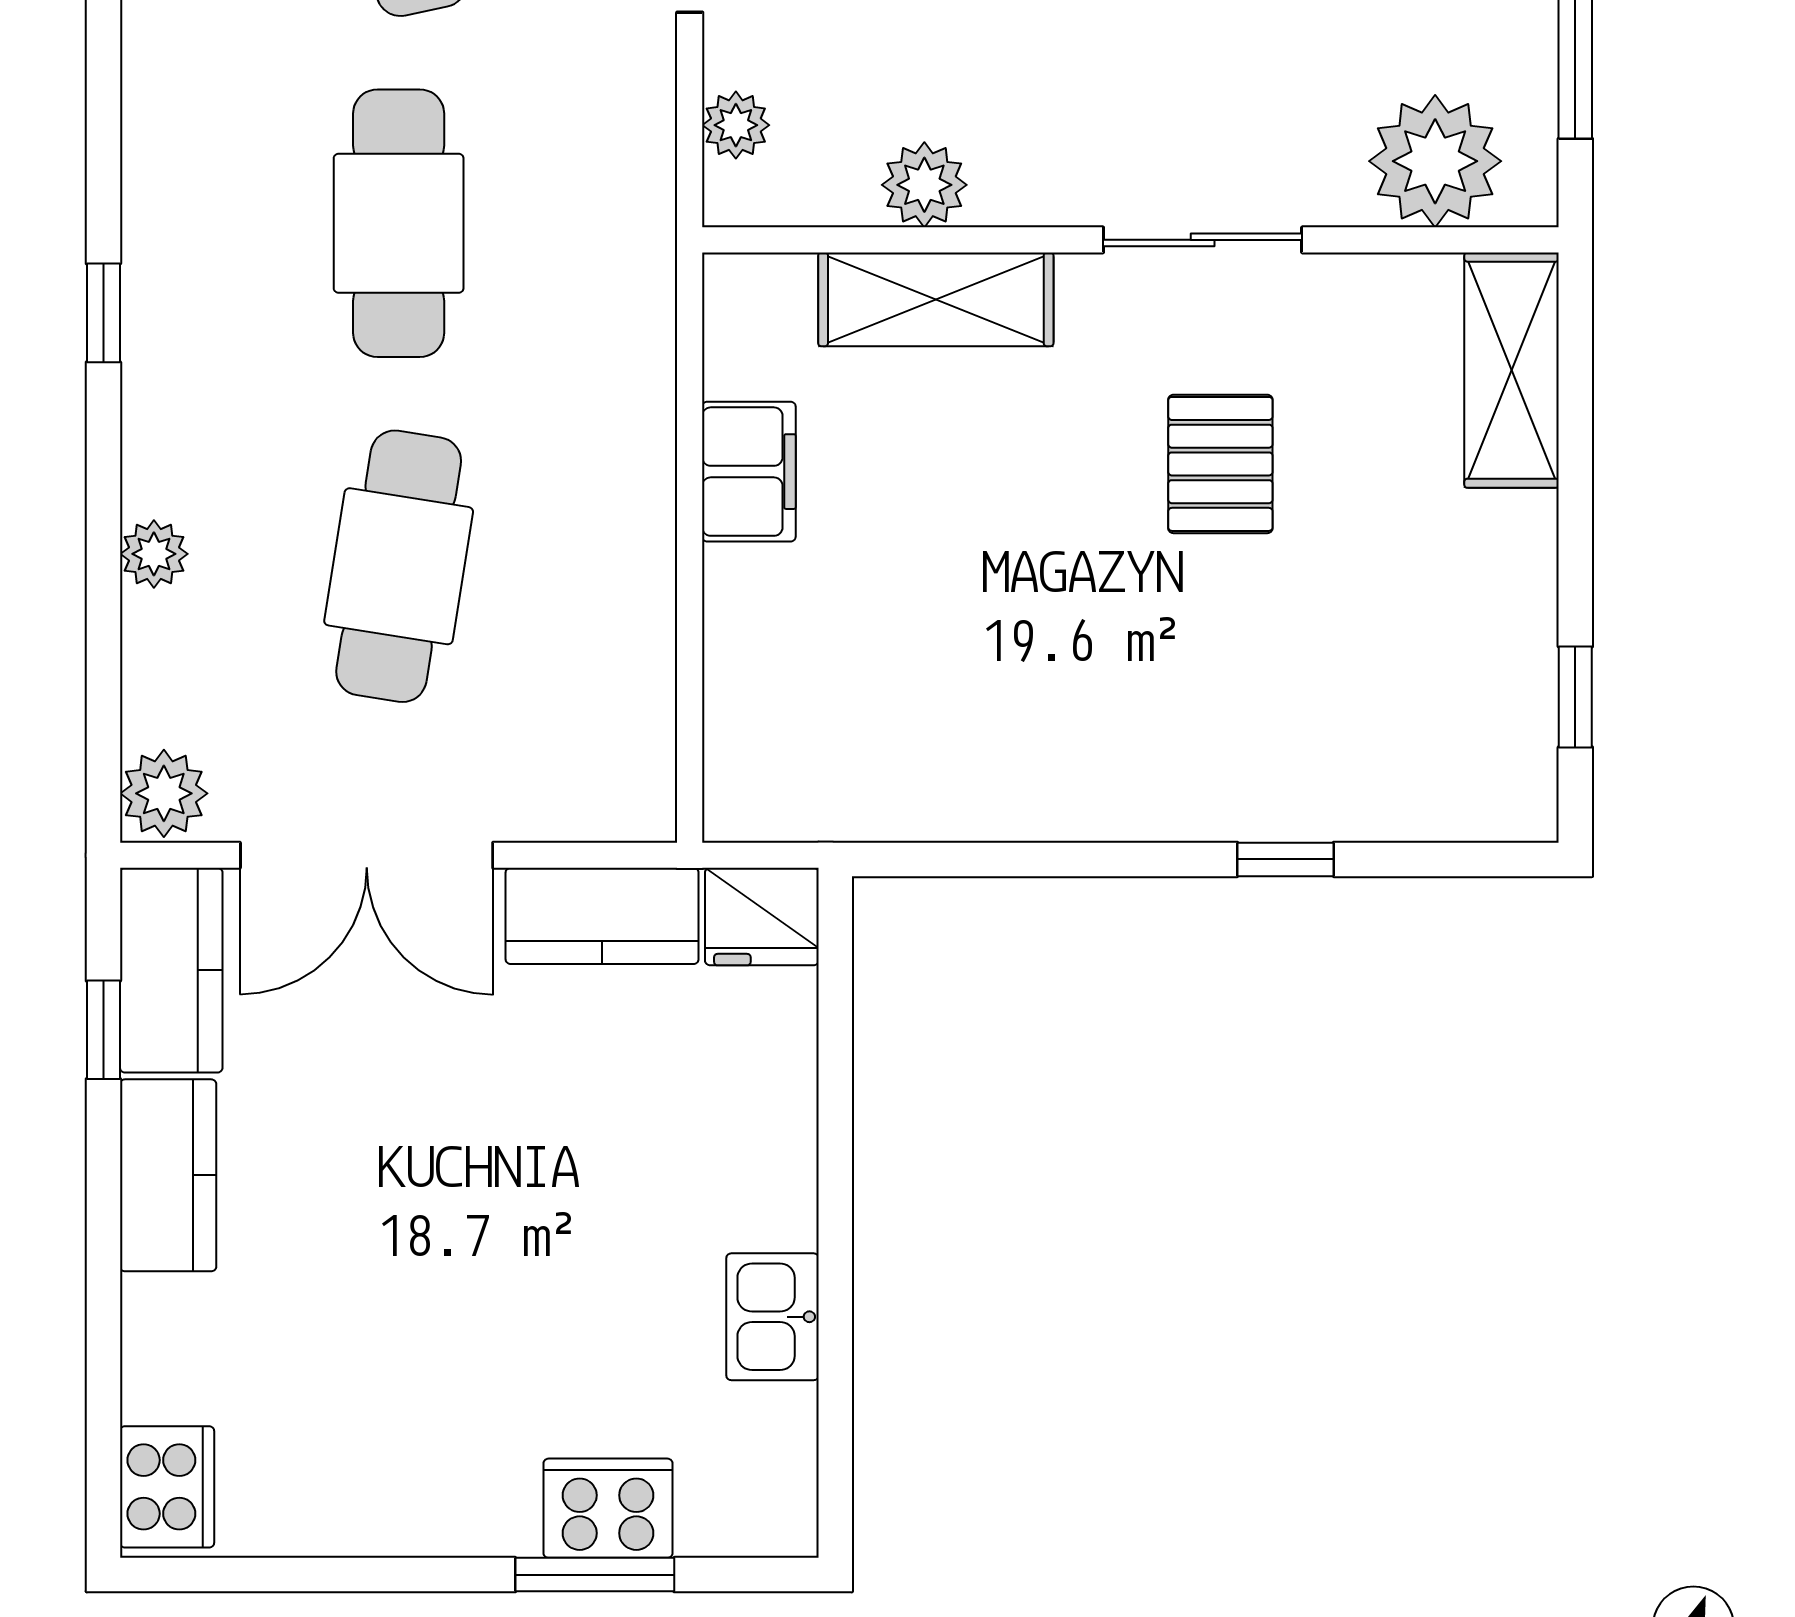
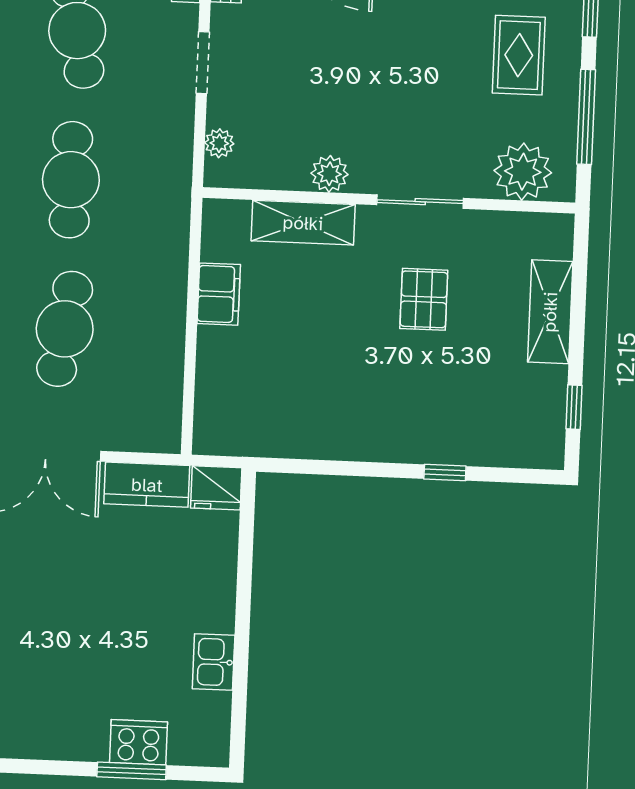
plant: (924, 185) -> (330, 174), moved
shelving: (1512, 370) -> (550, 312), moved

